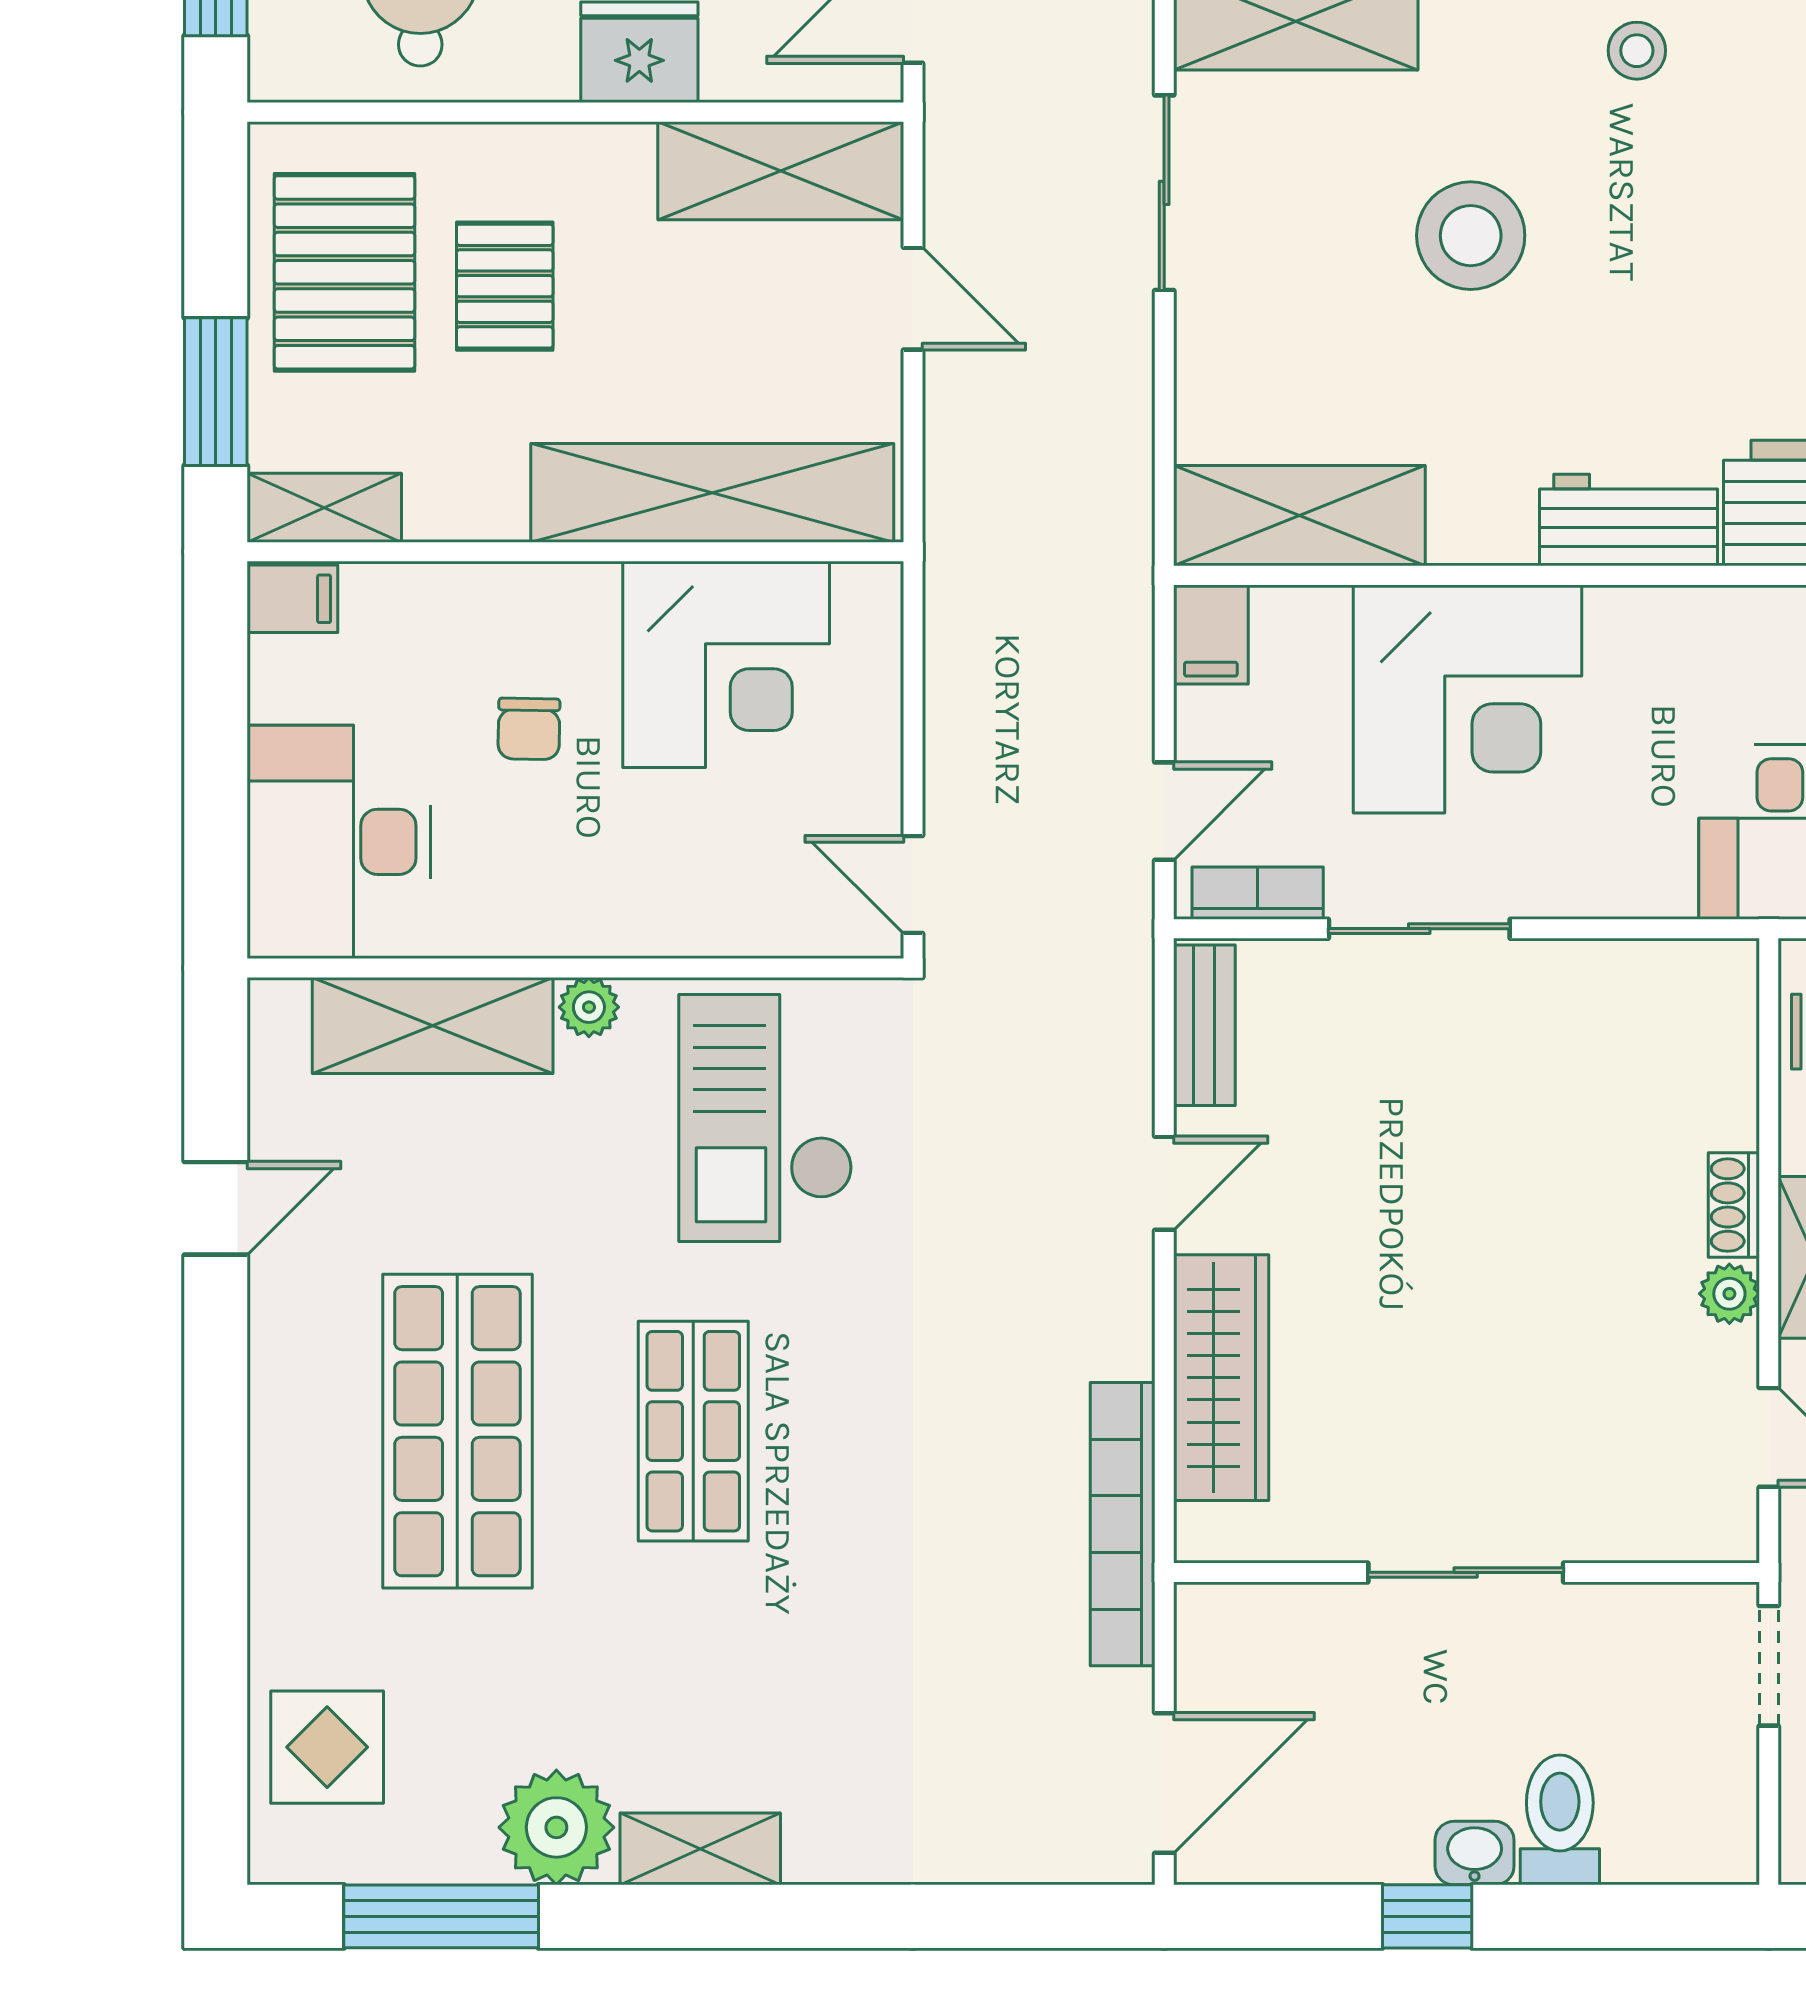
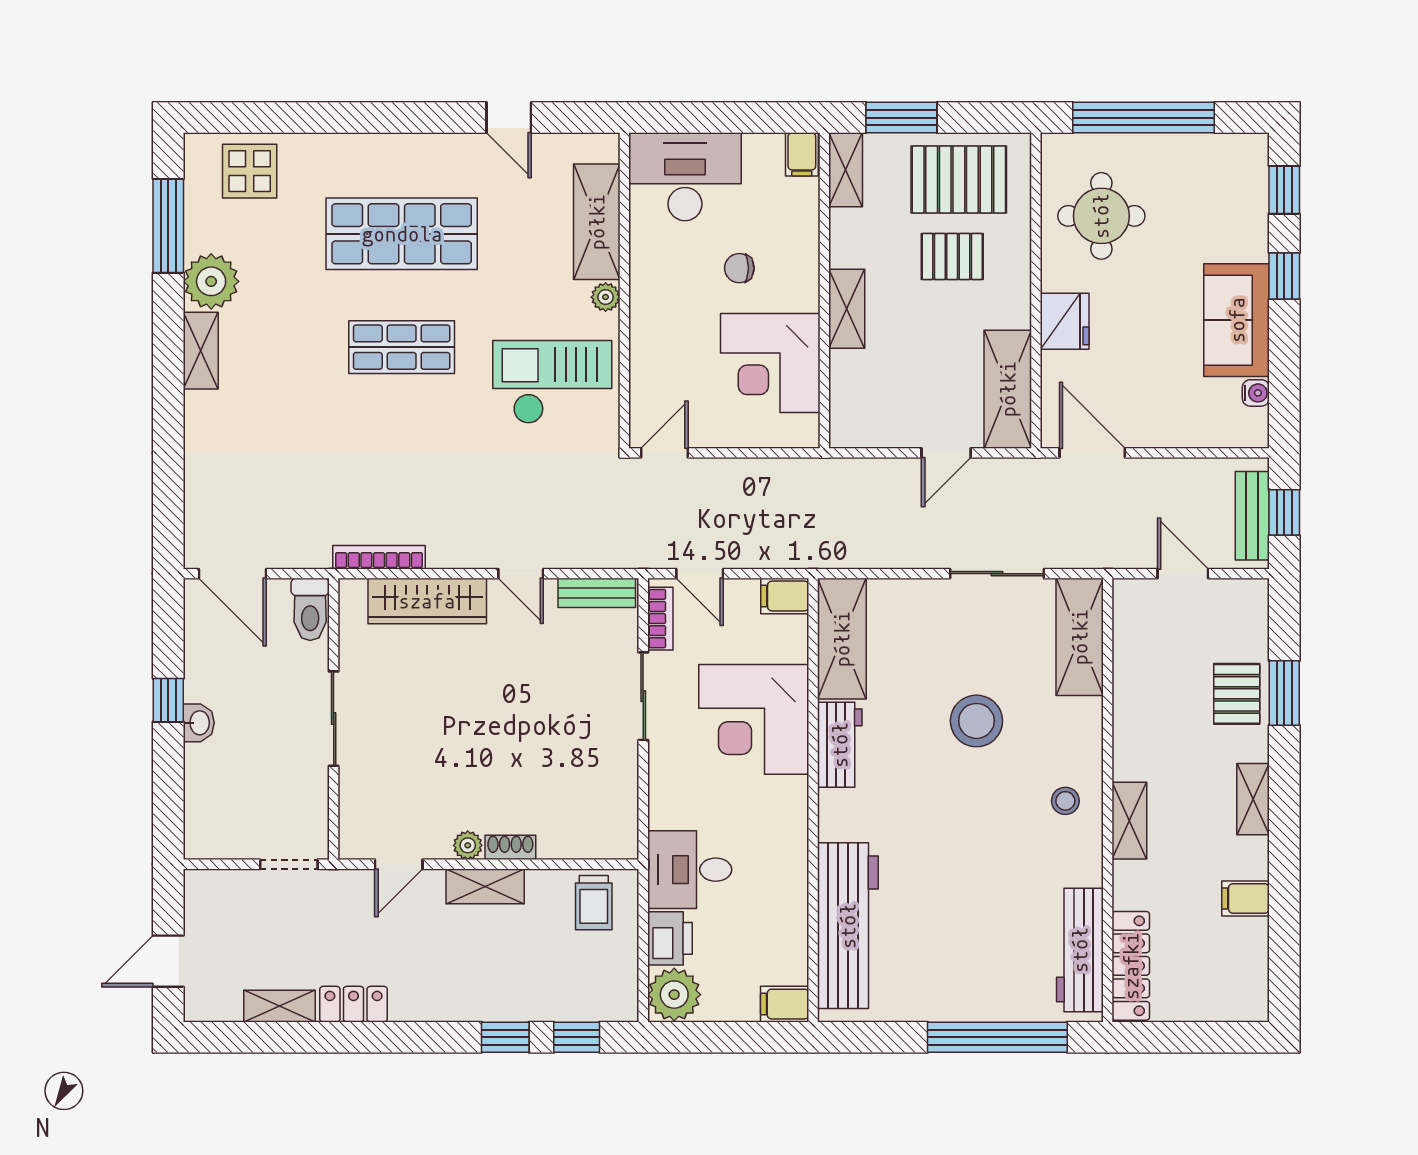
shelving: (712, 493) -> (847, 309), width x0.45, depth x0.75
workbench: (1628, 520) -> (840, 745), moved
bookcase: (1123, 1524) -> (379, 557), width x0.68, depth x0.76
toilet: (1560, 1820) -> (310, 609), moved, turned 90

